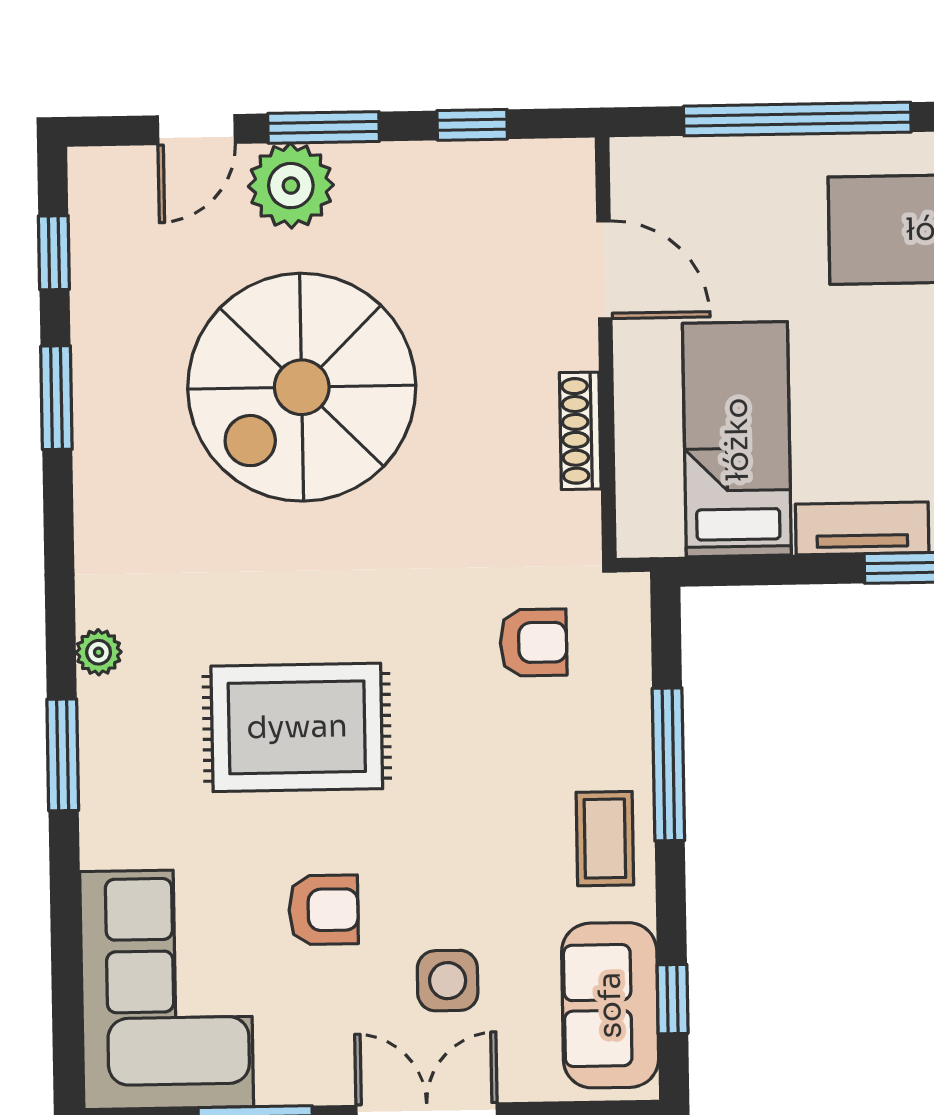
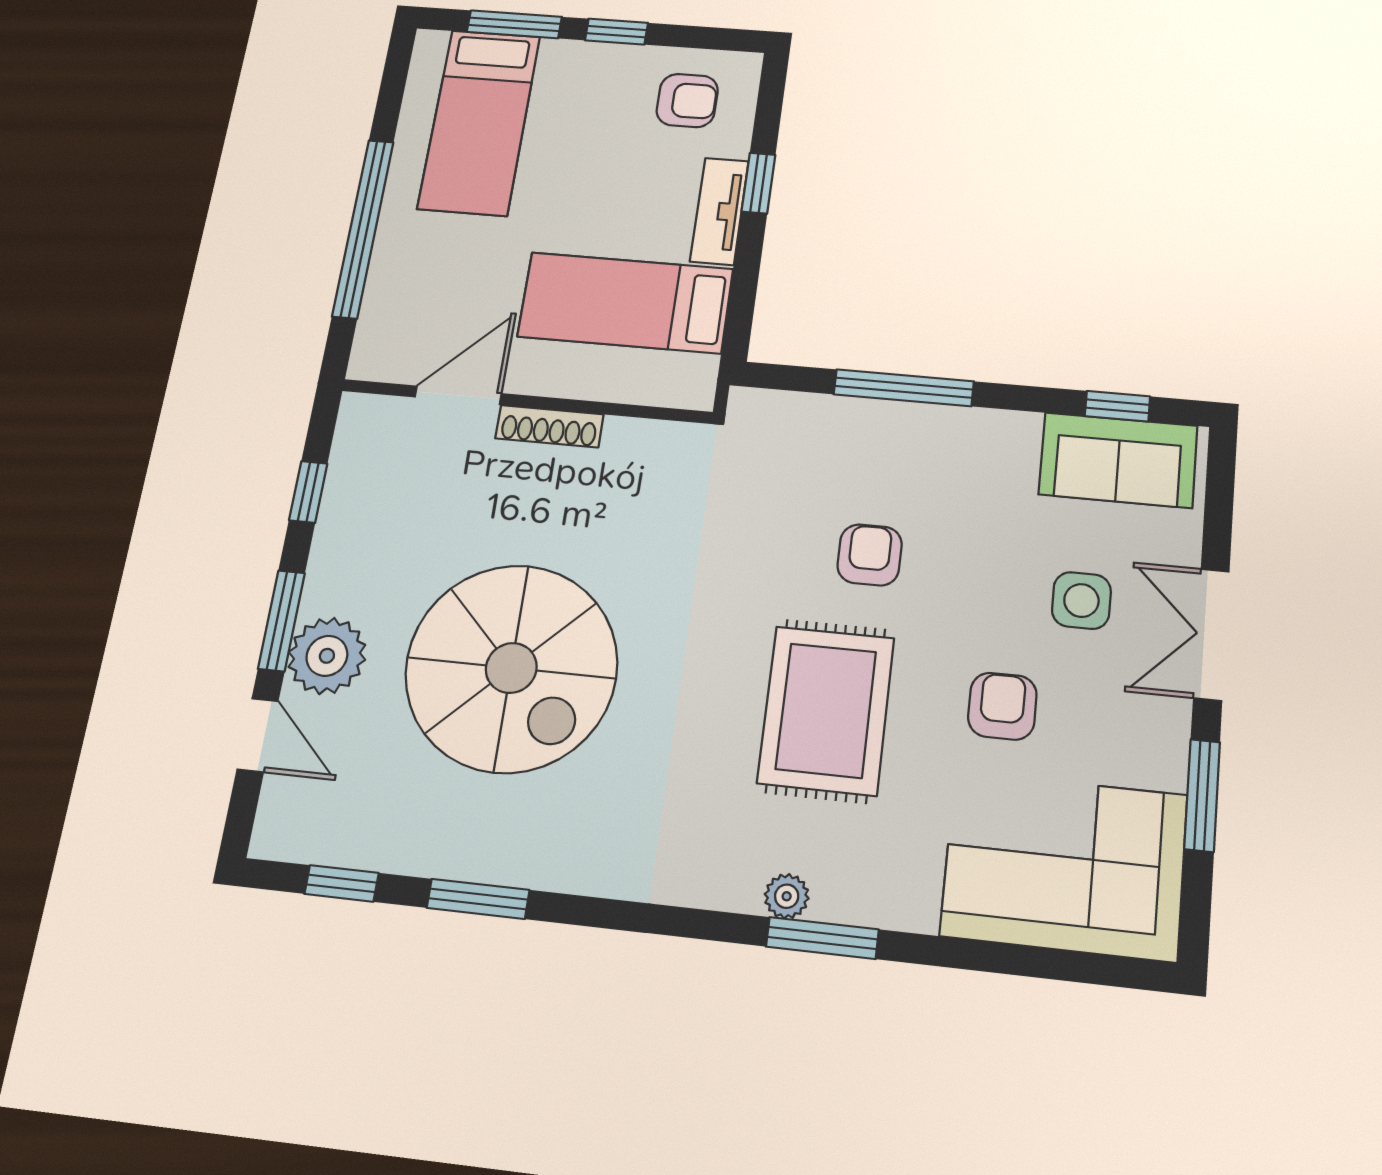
shoe rack: (580, 431) -> (549, 426), moved
armchair: (533, 642) -> (870, 555), moved
plant: (99, 652) -> (787, 896), moved
coffee table: (605, 839) -> (964, 448), removed

